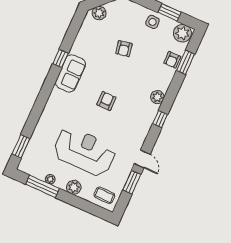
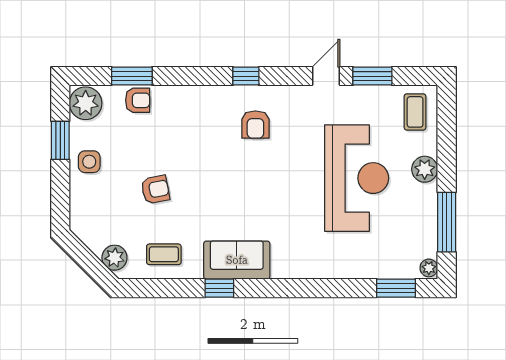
coffee table: (90, 38) -> (164, 254), added
plant: (157, 97) -> (211, 97), removed
armchair: (106, 101) -> (255, 125), moved, turned -90
reception desk: (85, 151) -> (357, 178), turned 180
plant: (50, 179) -> (429, 268), moved

